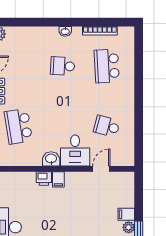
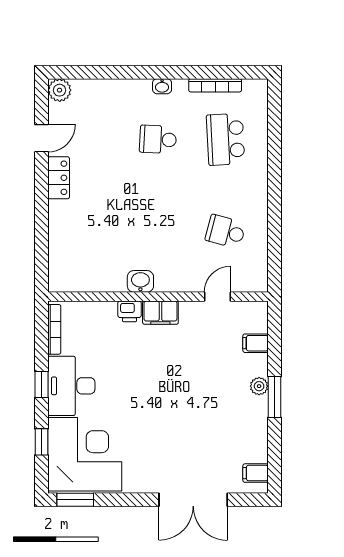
school desk: (18, 126) -> (90, 232), removed
desk: (75, 150) -> (177, 269), removed
filing cabinet: (58, 179) -> (160, 313), width x2.00
filing cabinet: (126, 214) -> (256, 343), moved

